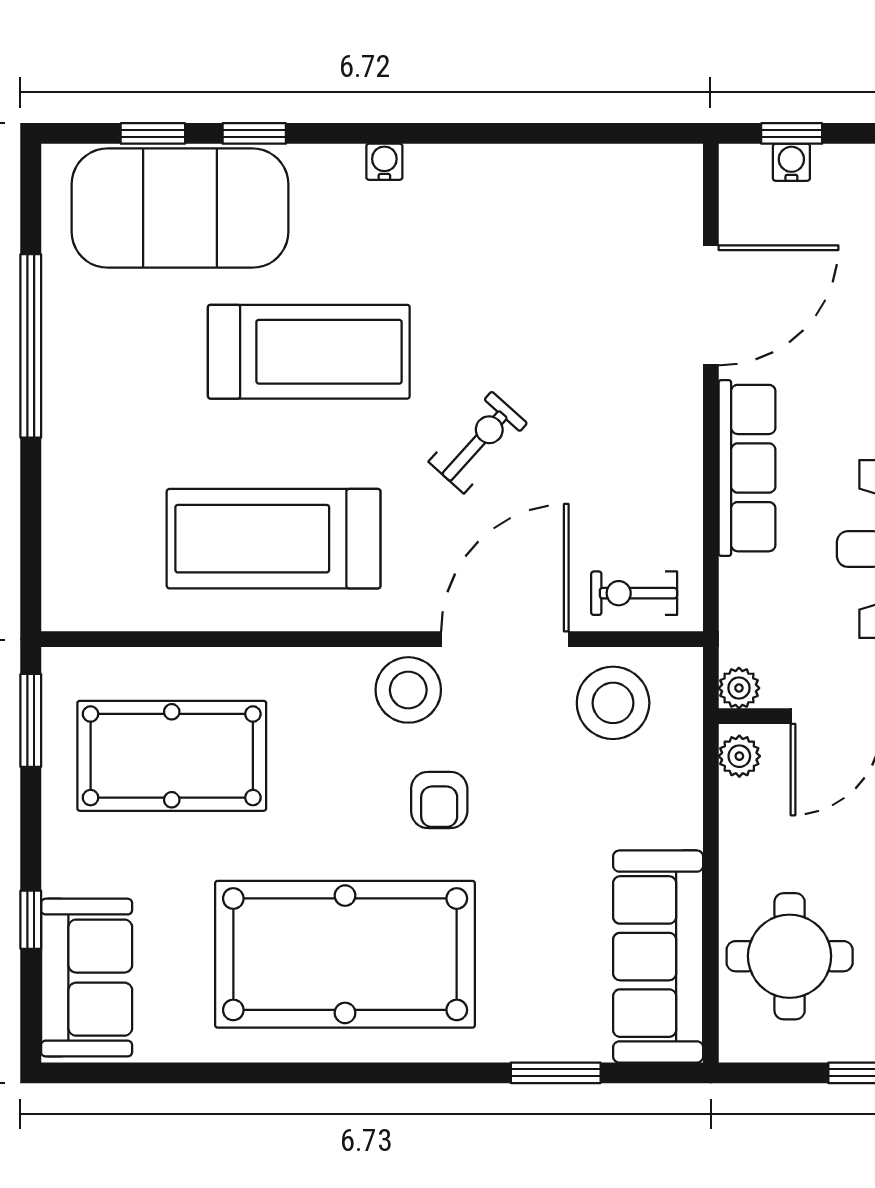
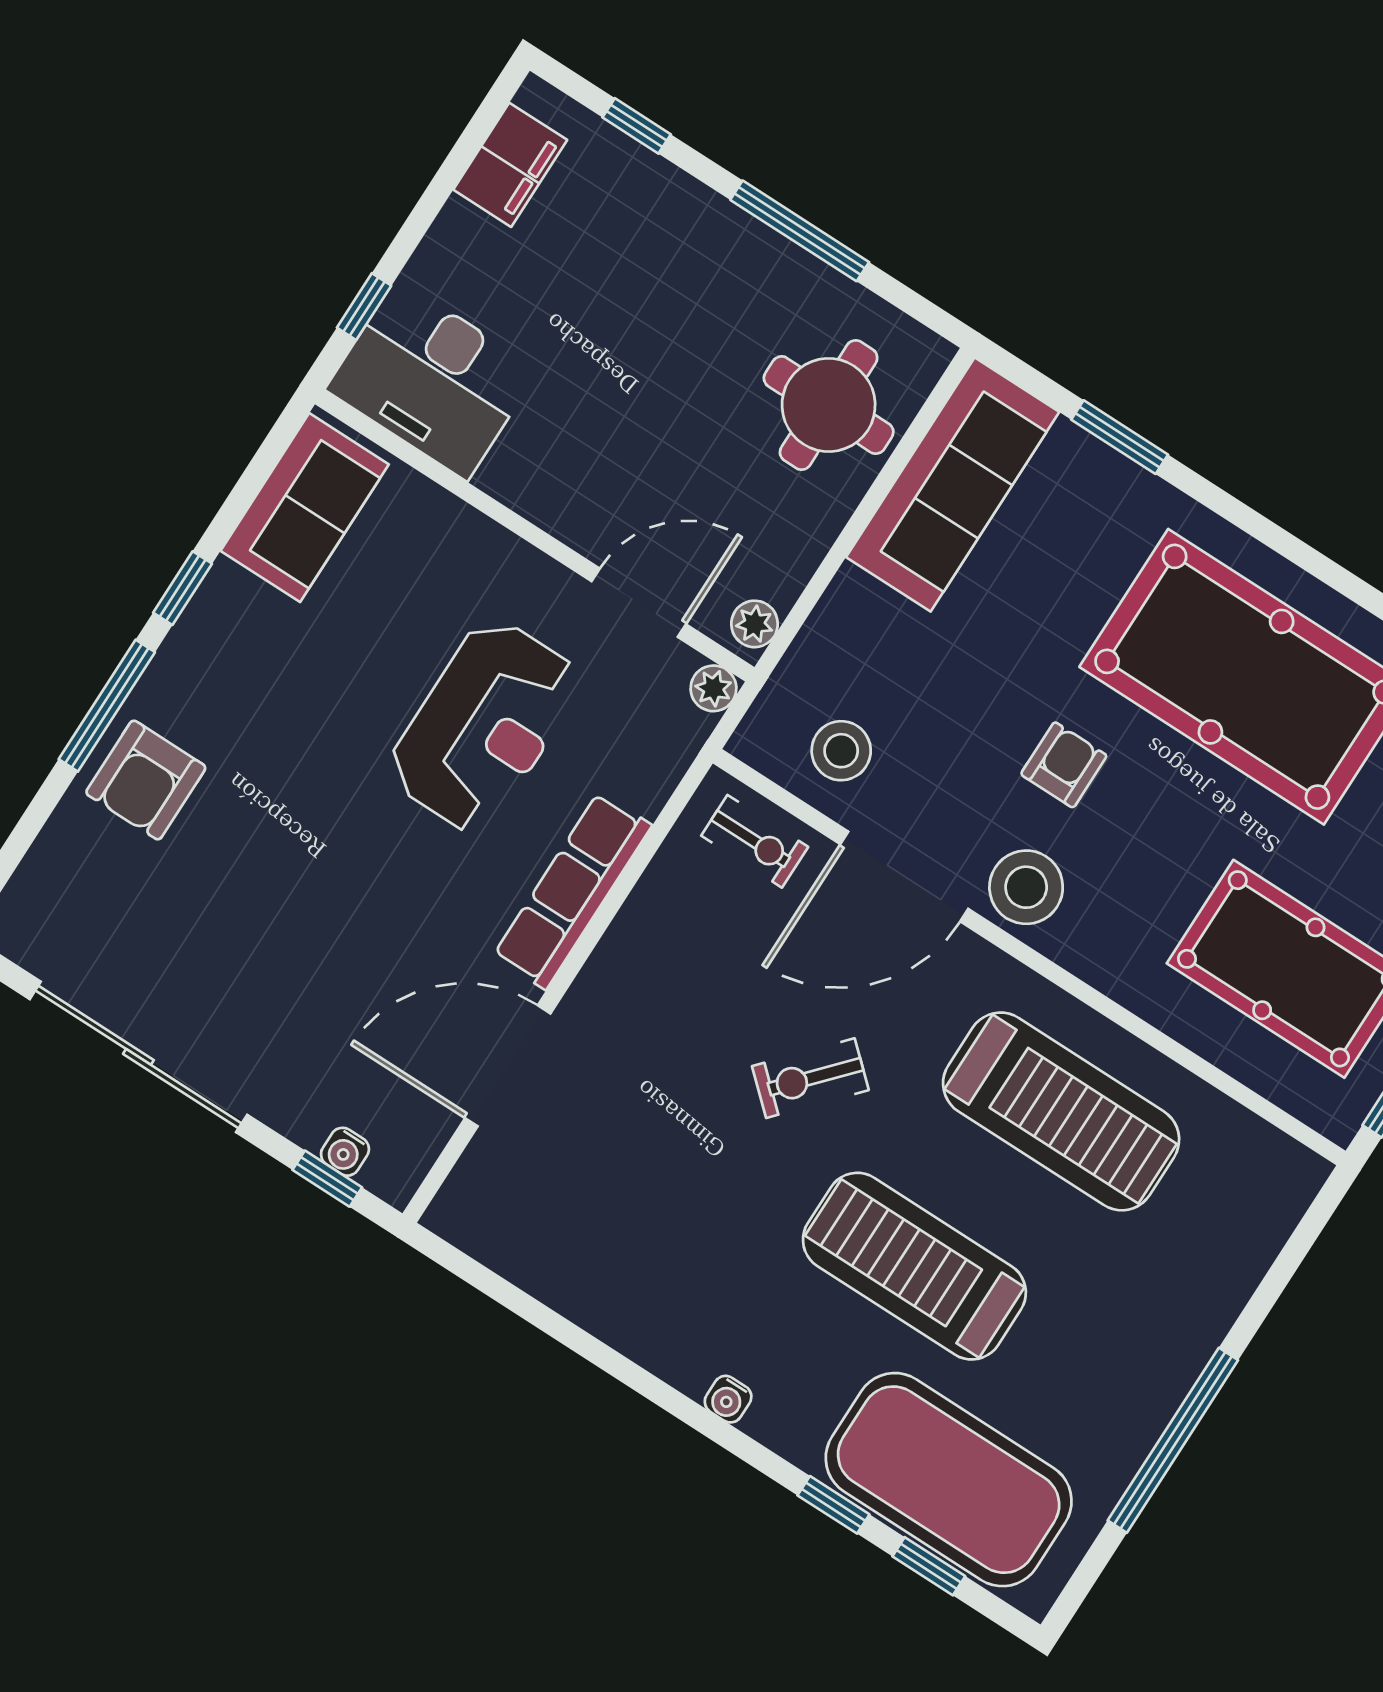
stool: (613, 703) -> (841, 751), width x0.73, depth x0.73

